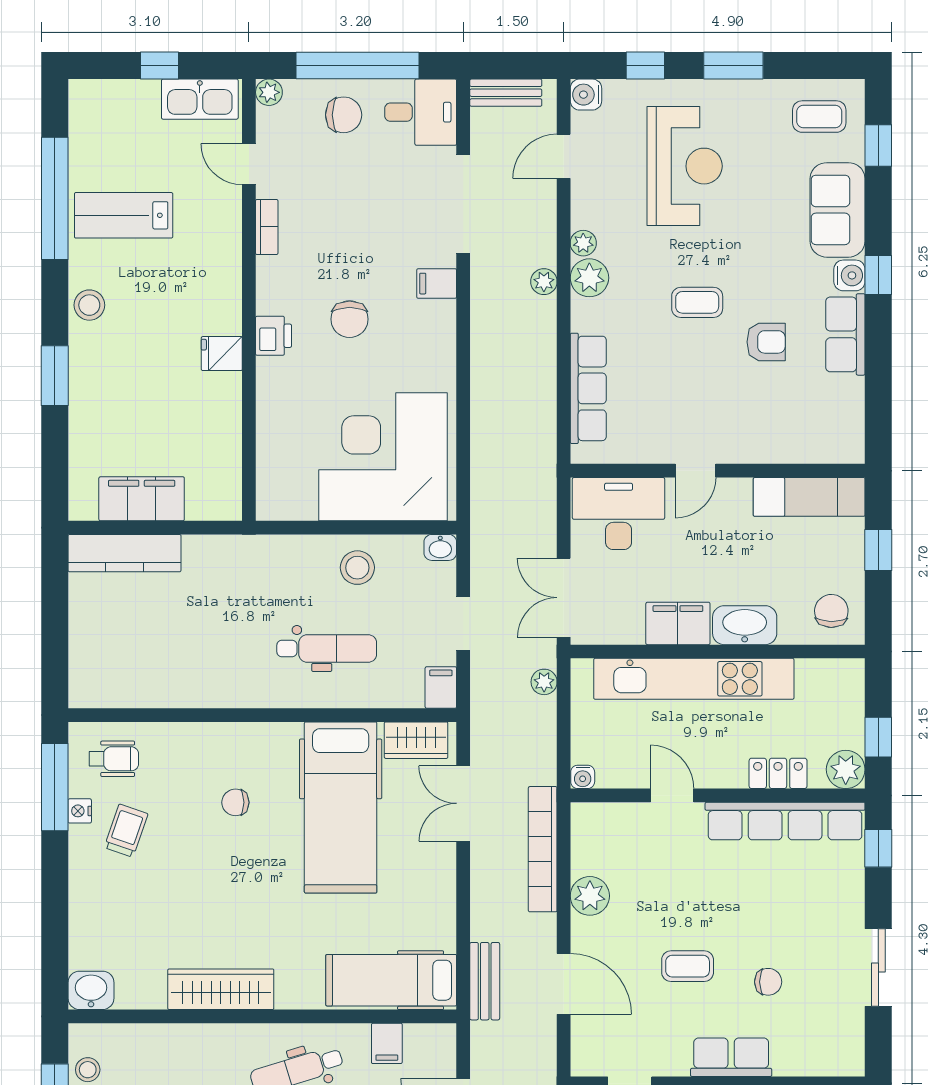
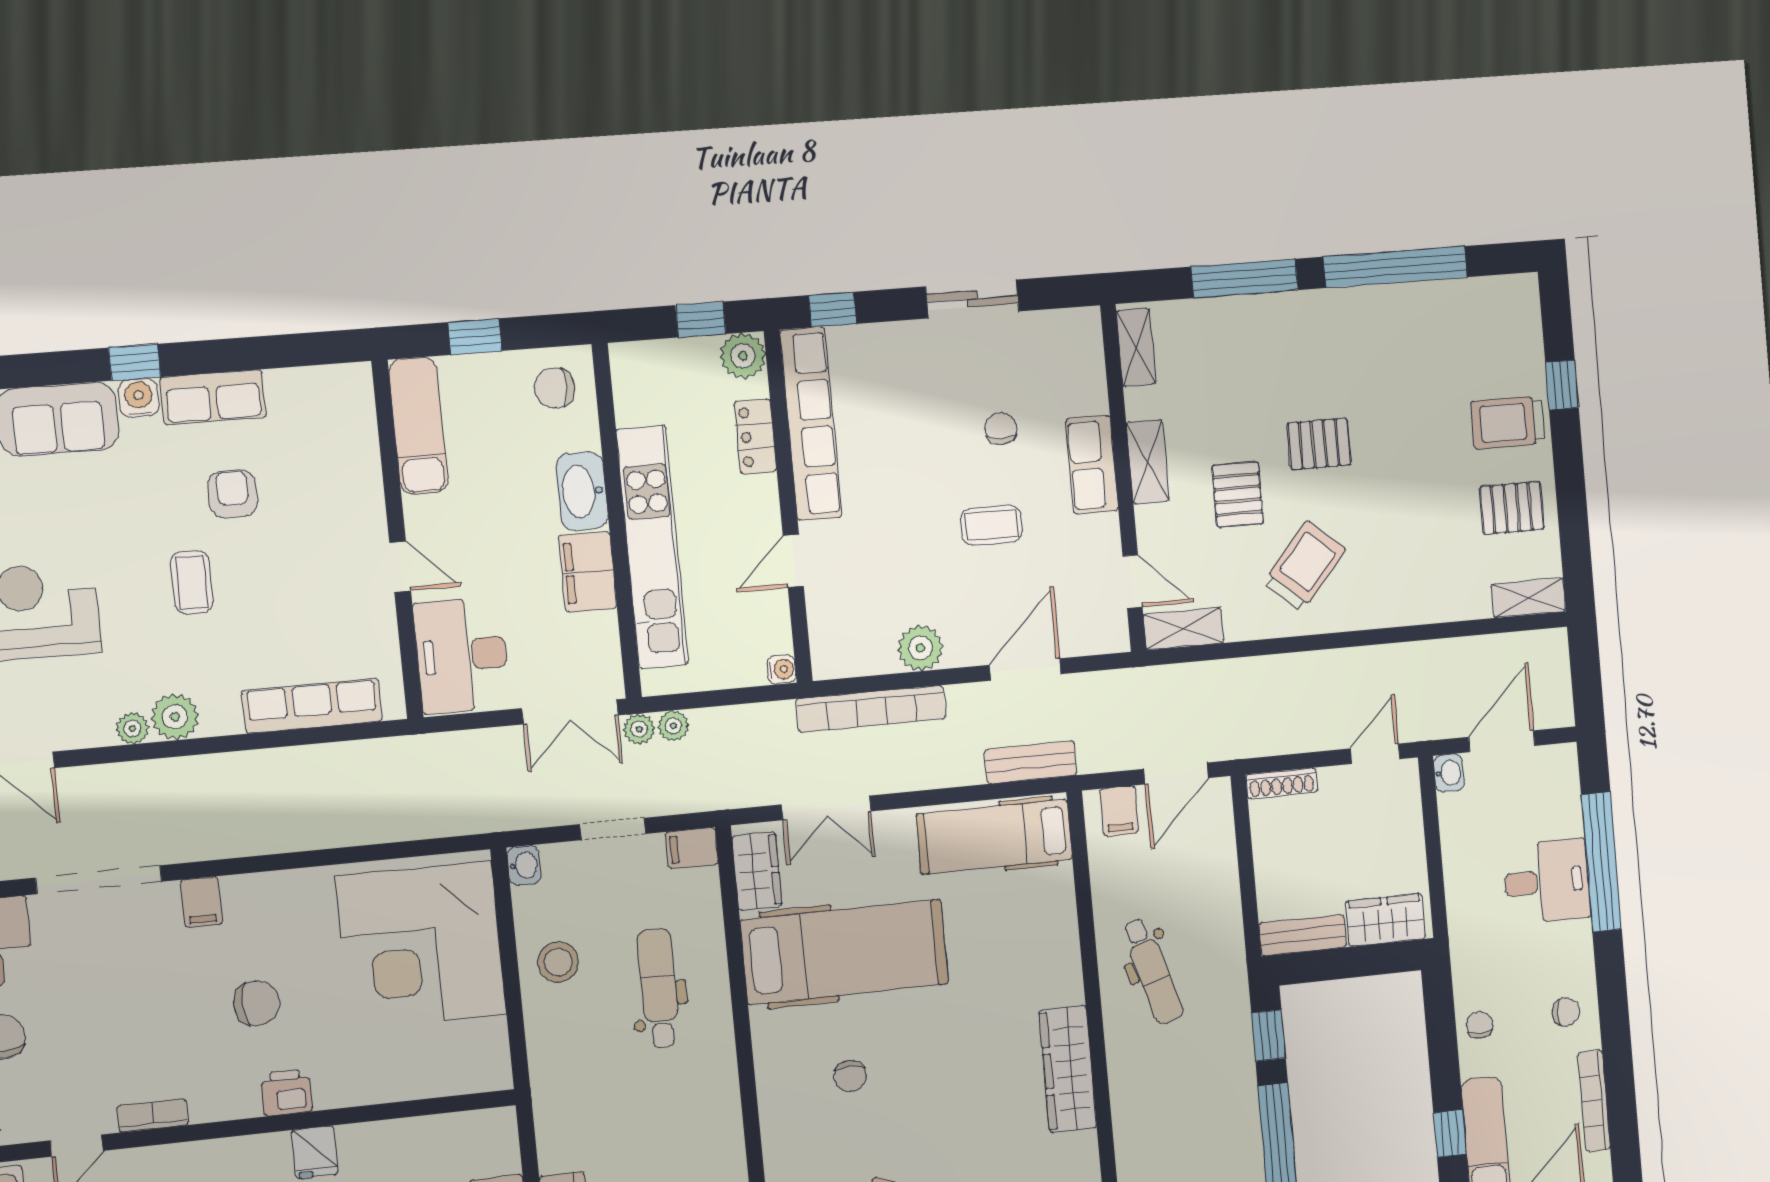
plant: (544, 282) -> (639, 729), moved
coffee table: (688, 966) -> (991, 525), turned 90
hospital bed: (391, 980) -> (995, 837), moved, turned 90
filing cabinet: (387, 1043) -> (1119, 811), moved, turned 90

